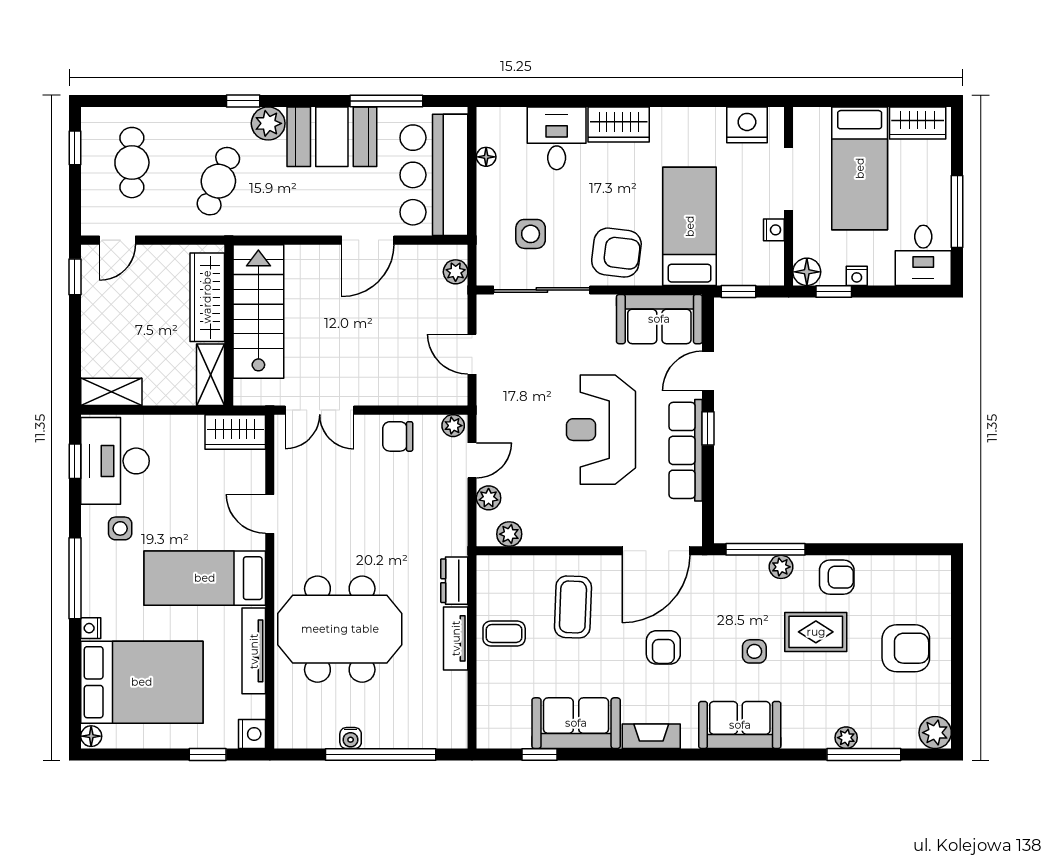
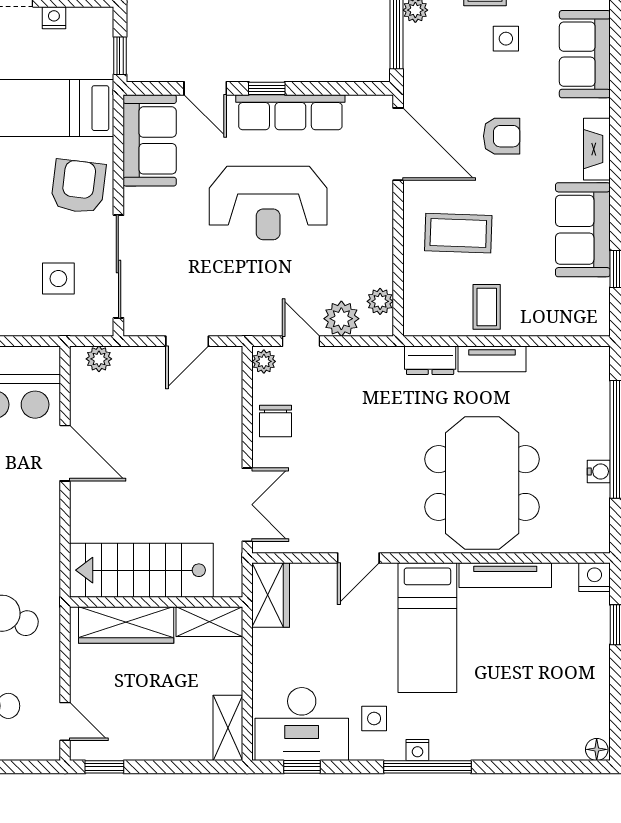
plant: (489, 498) -> (341, 319), width x1.38, depth x1.38
nightstand: (91, 628) -> (417, 750), moved
bed: (142, 682) -> (539, 695), removed

